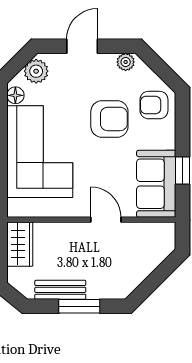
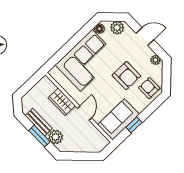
wardrobe: (20, 244) -> (62, 102), moved, turned 90
plant: (100, 287) -> (56, 137), added

